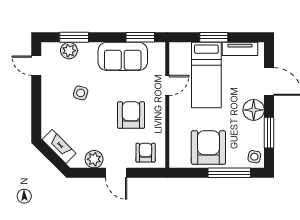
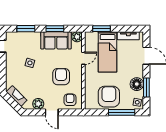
window: (140, 37) -> (55, 29), moved
window: (214, 37) -> (101, 29), moved
plant: (69, 51) -> (77, 37), moved
floor lamp: (254, 110) -> (137, 84), moved

